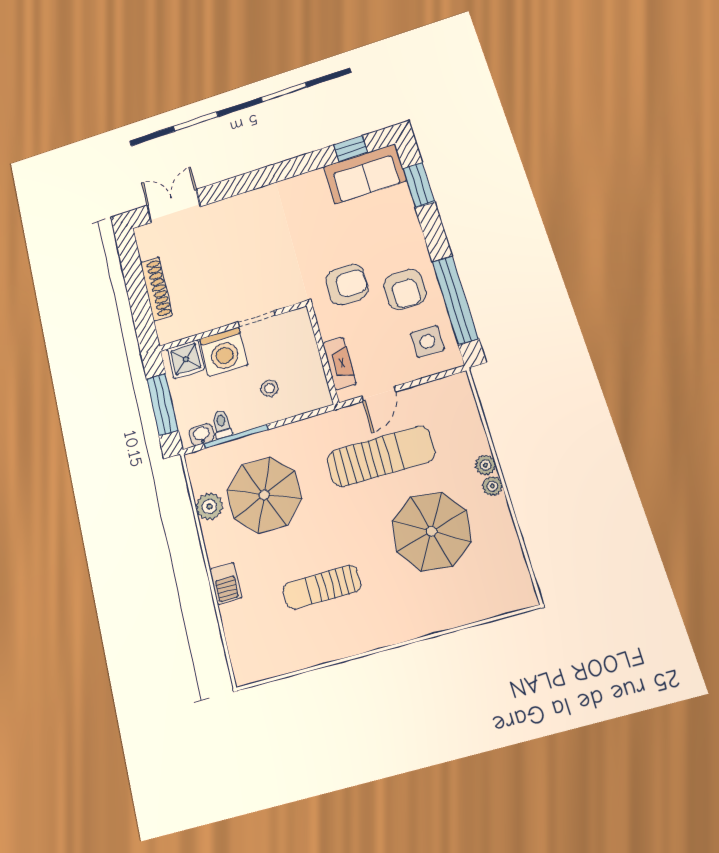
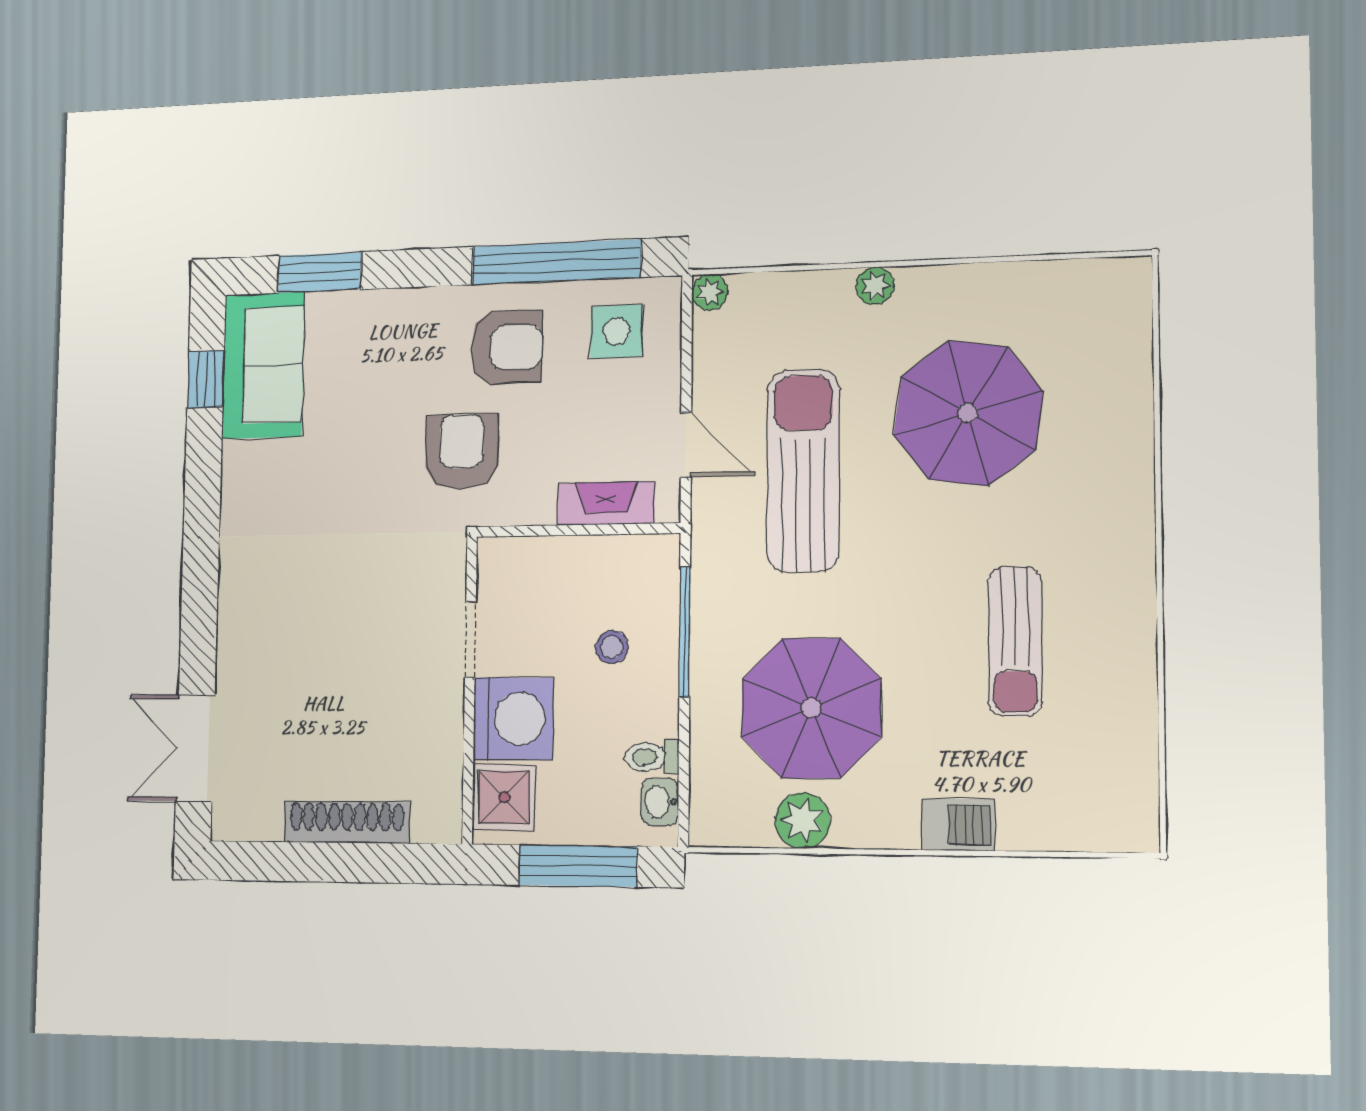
window: (236, 436) -> (685, 632), moved
plant: (492, 486) -> (710, 292), moved

